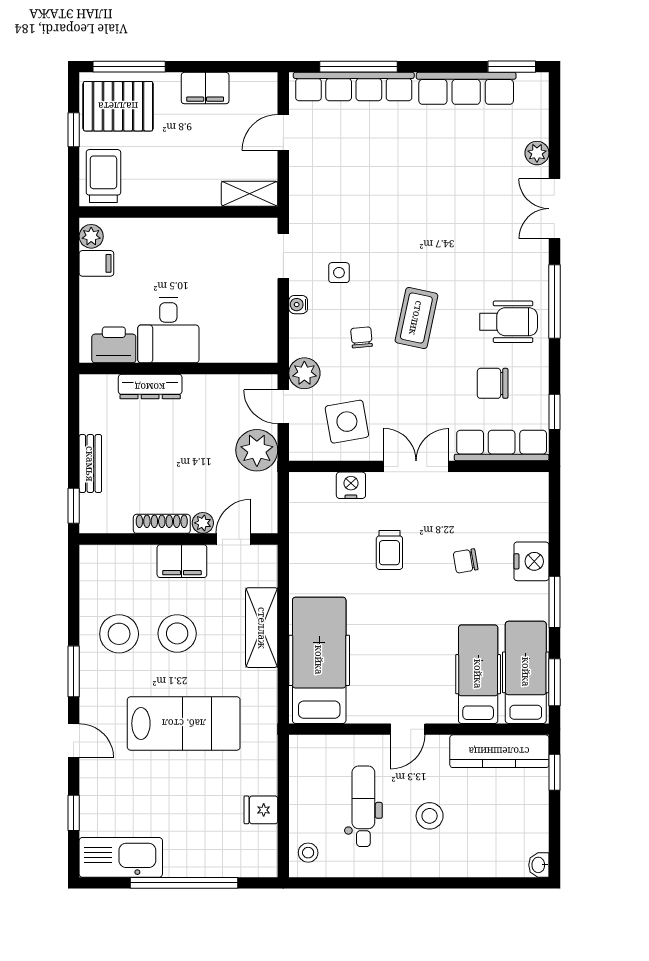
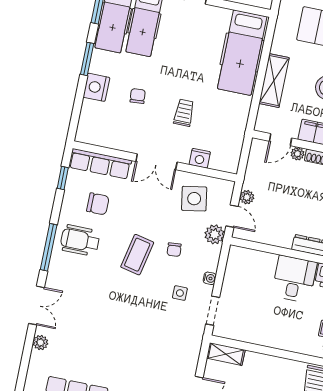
plant: (257, 450) -> (247, 197), width x0.53, depth x0.53
chair: (466, 561) -> (138, 96), turned -85

